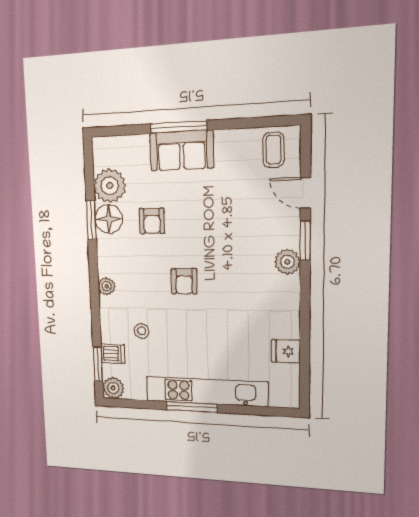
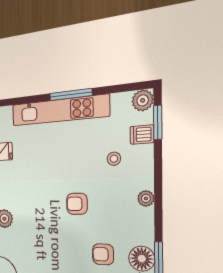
armchair: (152, 221) -> (103, 254), turned -90
armchair: (184, 281) -> (77, 204), turned -90

